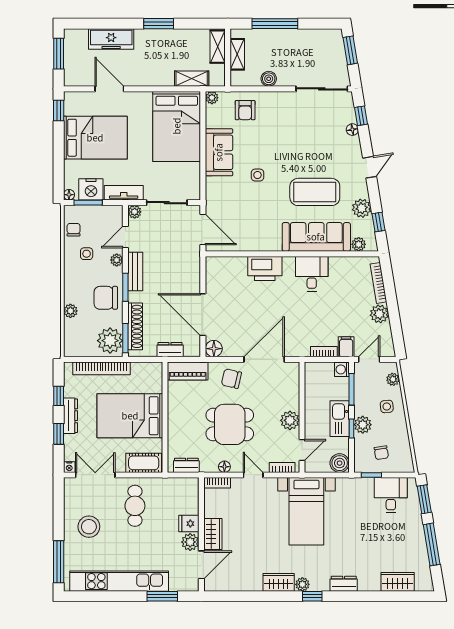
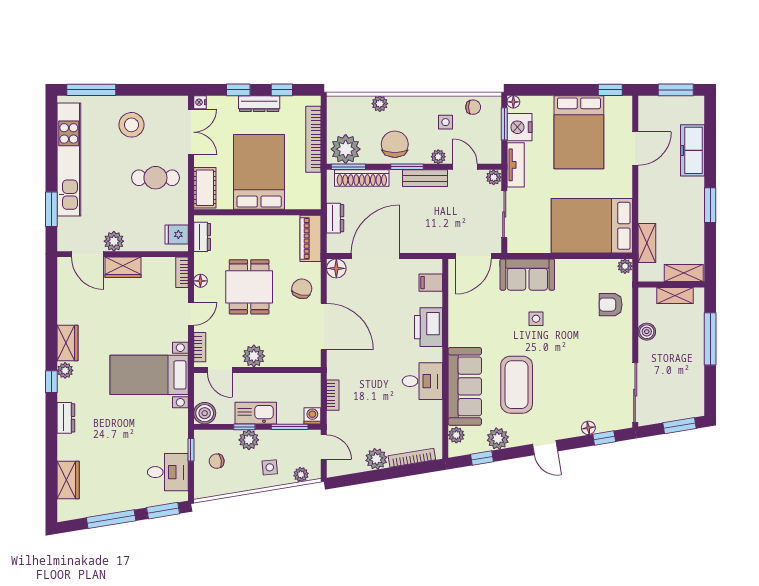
sofa: (219, 152) -> (527, 275), moved
filing cabinet: (346, 347) -> (431, 283), moved, turned 180
fridge: (189, 524) -> (177, 234), moved, turned -90

